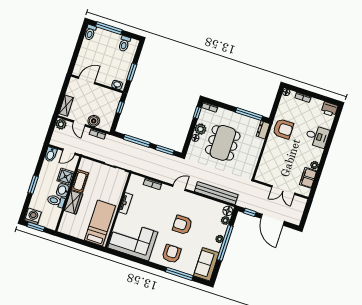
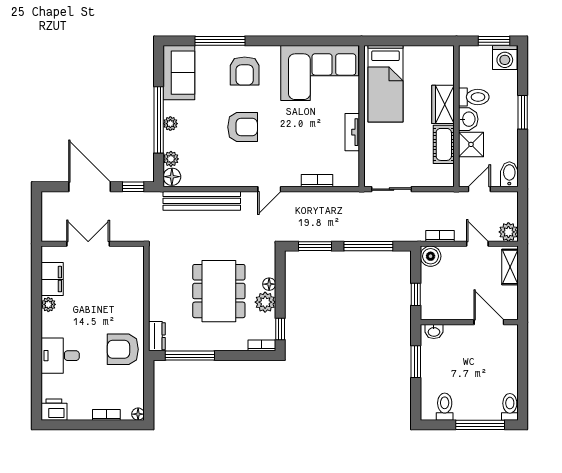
door: (87, 80) -> (489, 322), swing flipped
boiler: (94, 121) -> (431, 256), moved

